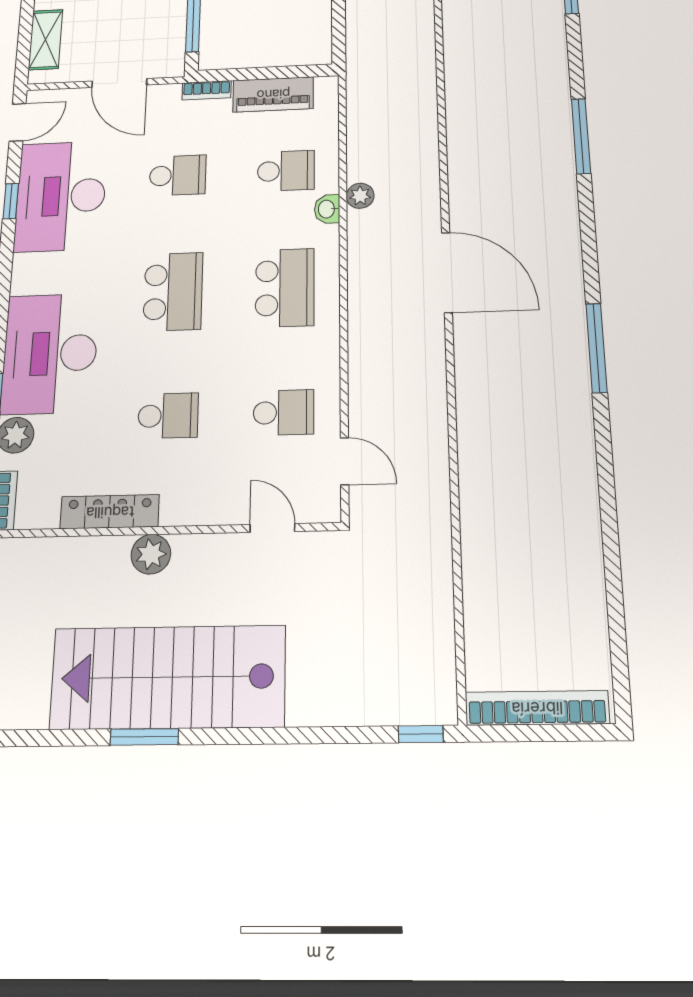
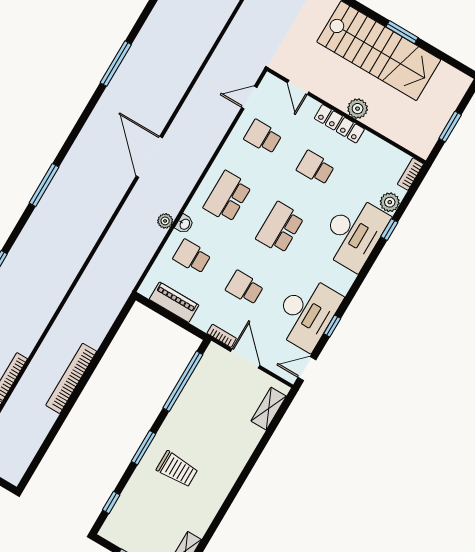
bookcase: (207, 90) -> (222, 336), moved
window: (596, 348) -> (116, 64), moved
door: (345, 461) -> (249, 97), hinge flipped
locker: (110, 512) -> (339, 124), moved

